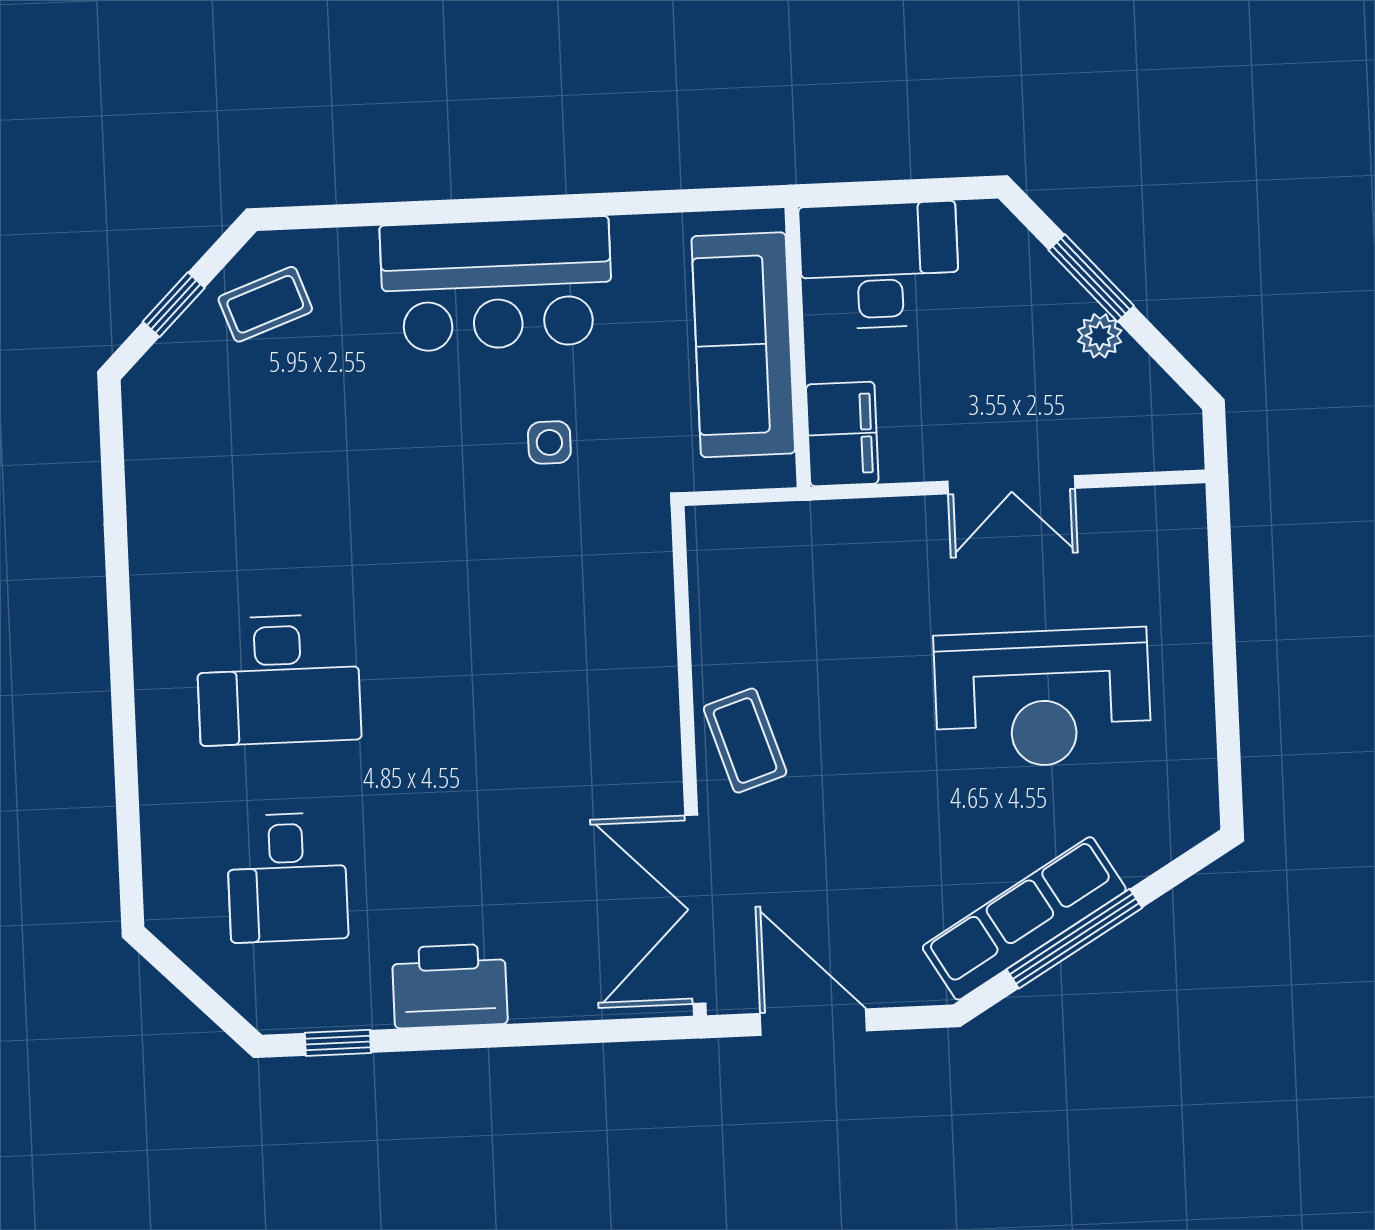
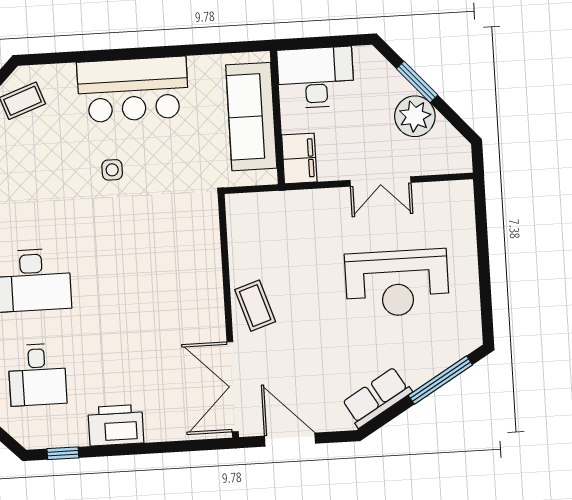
plant: (1100, 336) -> (415, 116), width x1.87, depth x1.87
side table: (549, 442) -> (112, 170), moved
row of seats: (1024, 918) -> (377, 397), width x0.68
window: (1074, 939) -> (440, 380), moved

